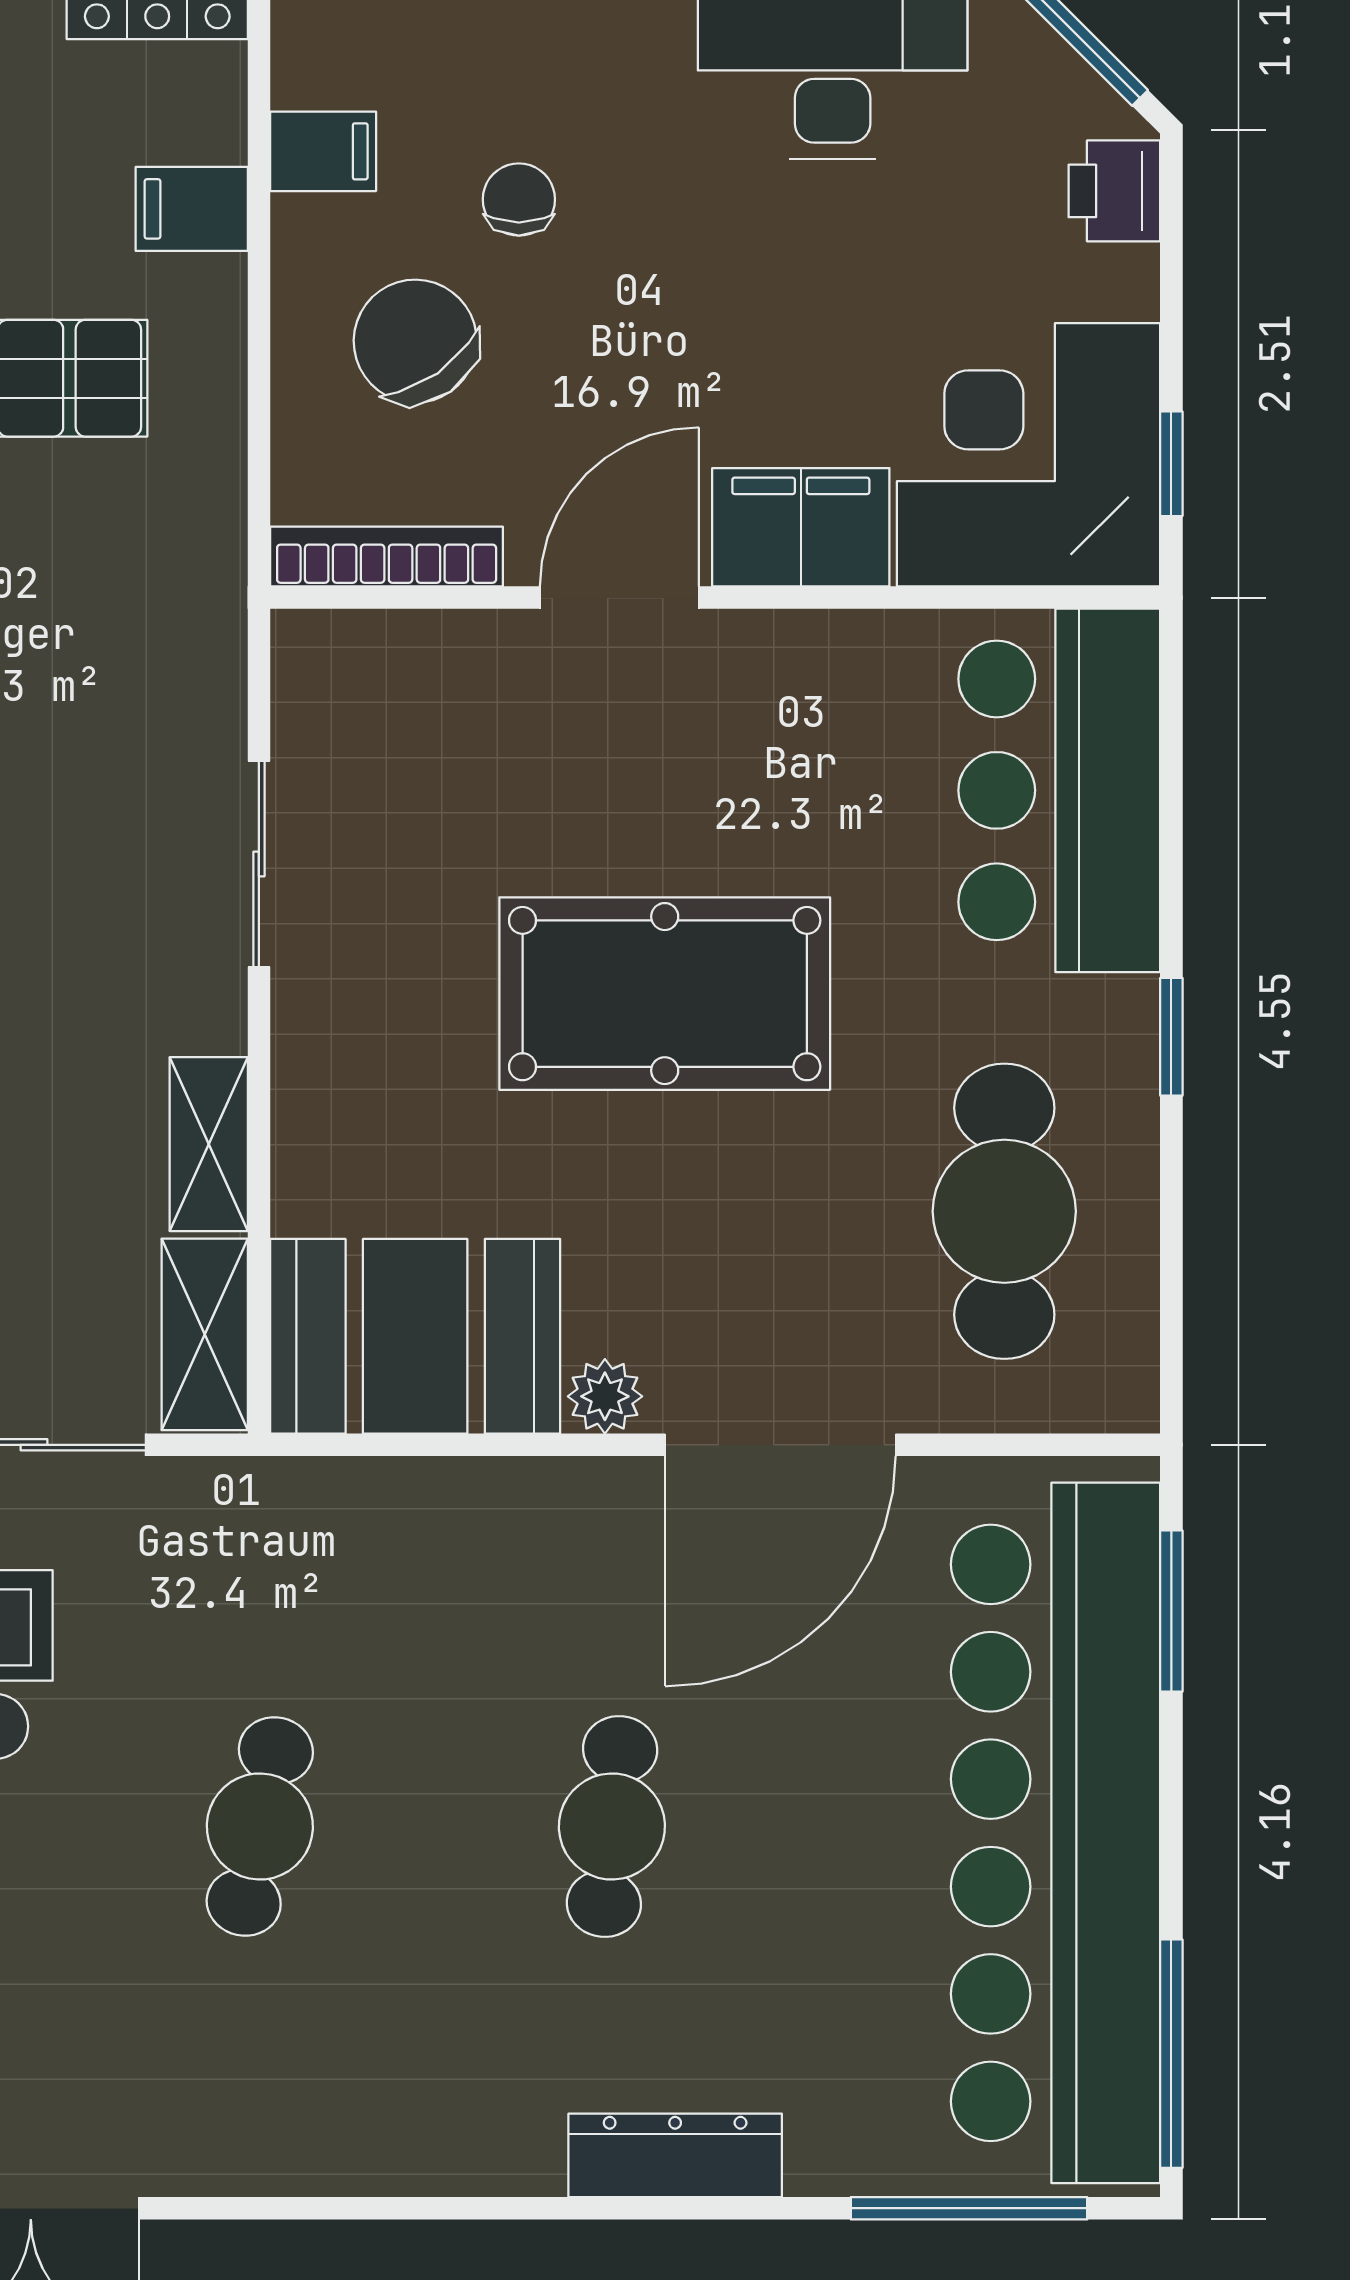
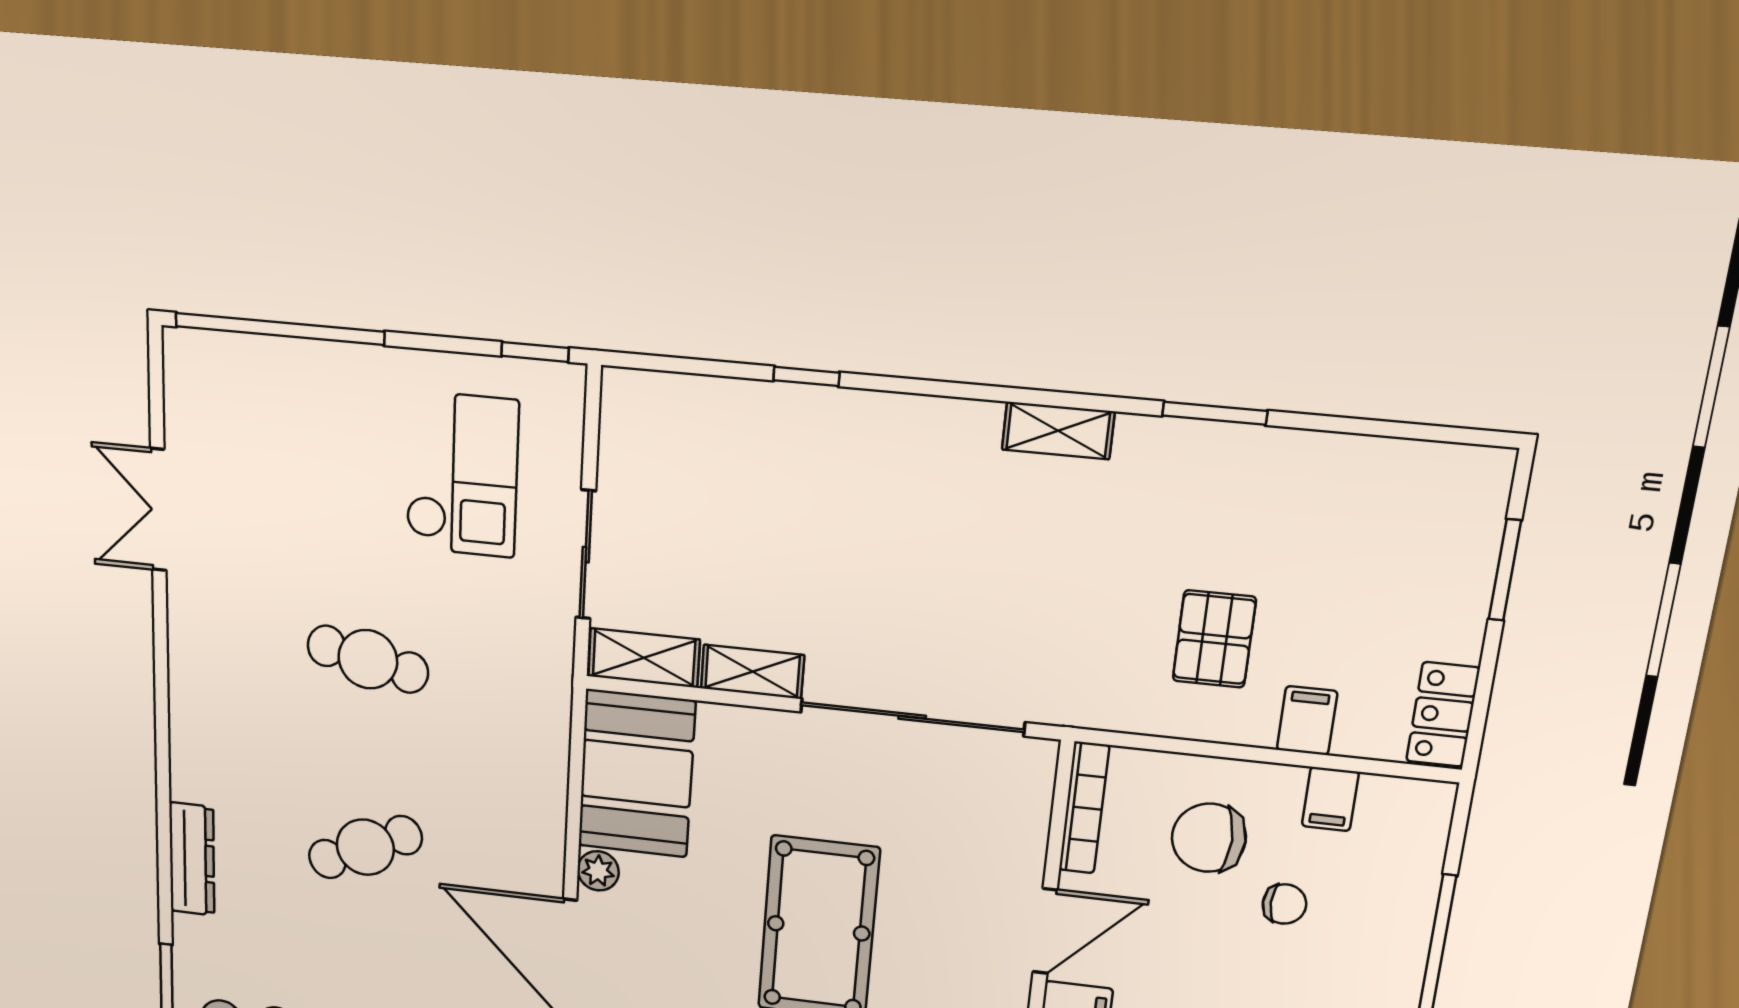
chair: (415, 341) -> (1209, 838), turned -145
door: (619, 598) -> (1045, 931), hinge flipped
sliding door: (259, 864) -> (912, 717), width x1.86
cafe table: (612, 1827) -> (365, 847), turned -30

